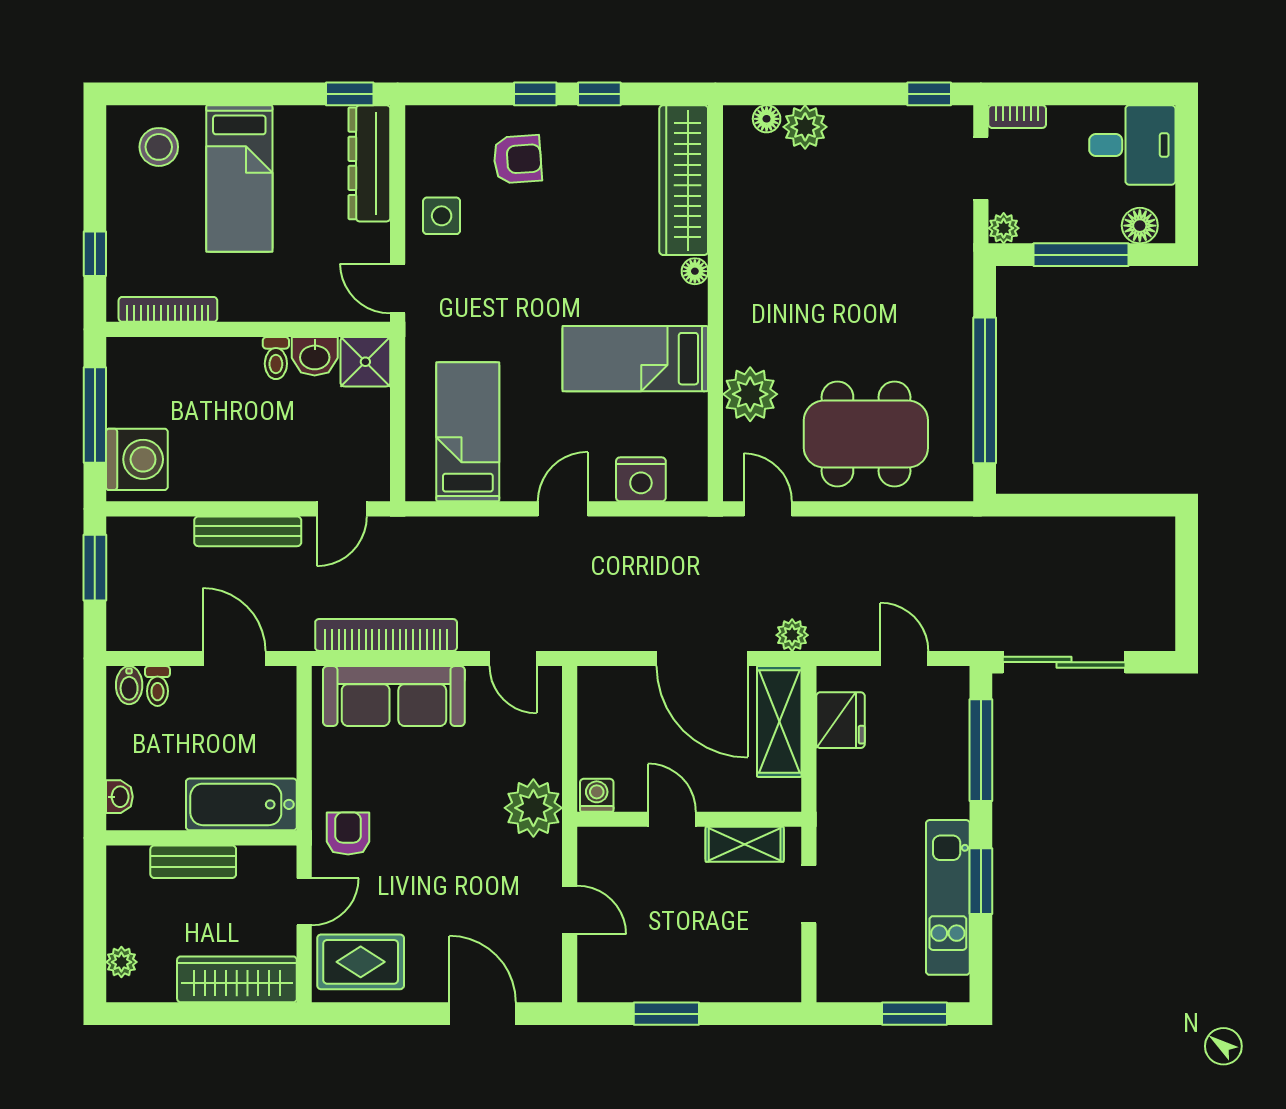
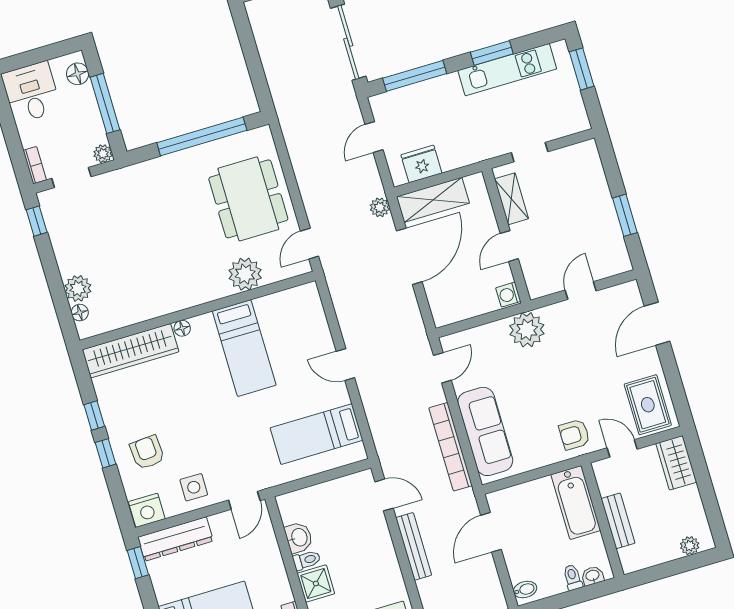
shower: (365, 362) -> (316, 583), moved
nightstand: (641, 479) -> (147, 510), moved, turned 90
toilet: (157, 686) -> (573, 577), moved, turned -90
wardrobe: (237, 979) -> (676, 463), width x0.67

